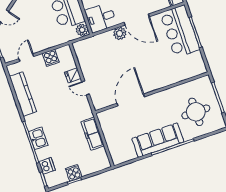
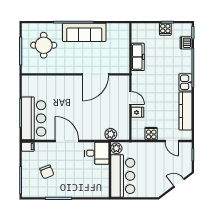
plant: (120, 33) -> (111, 134), moved
door: (26, 58) -> (172, 141), hinge flipped
kitchen sink: (38, 138) -> (186, 82), moved

